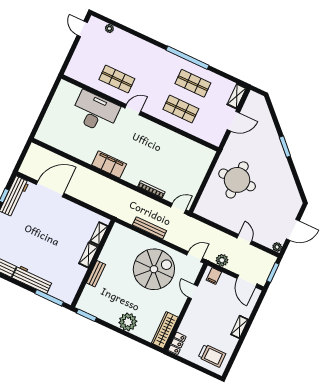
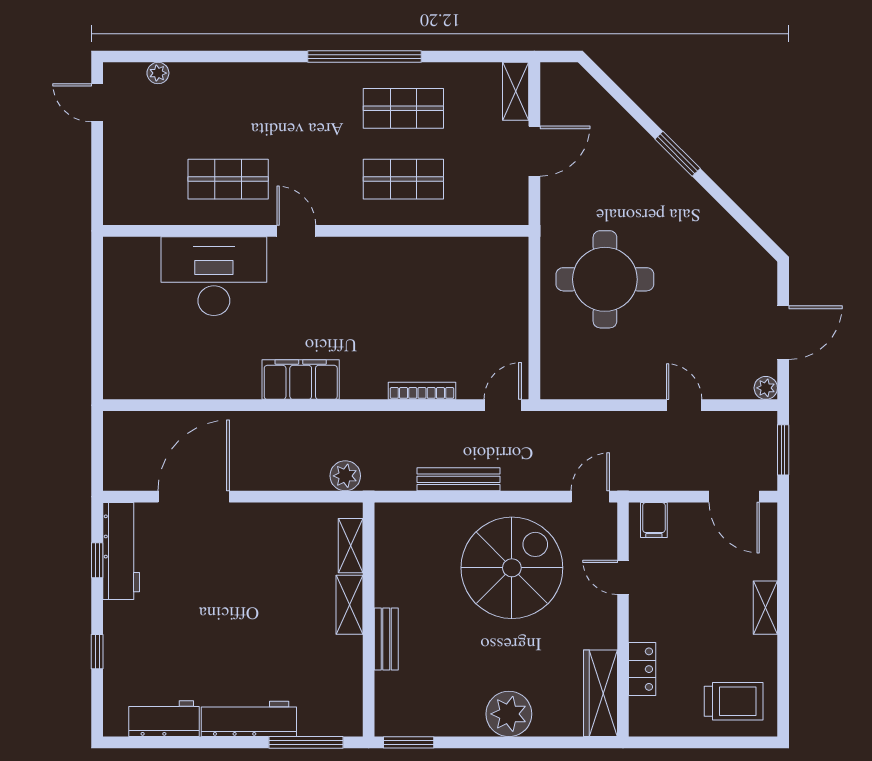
door: (133, 110) -> (296, 231), hinge flipped
plant: (222, 260) -> (345, 476), moved
locker: (177, 343) -> (642, 669), moved

